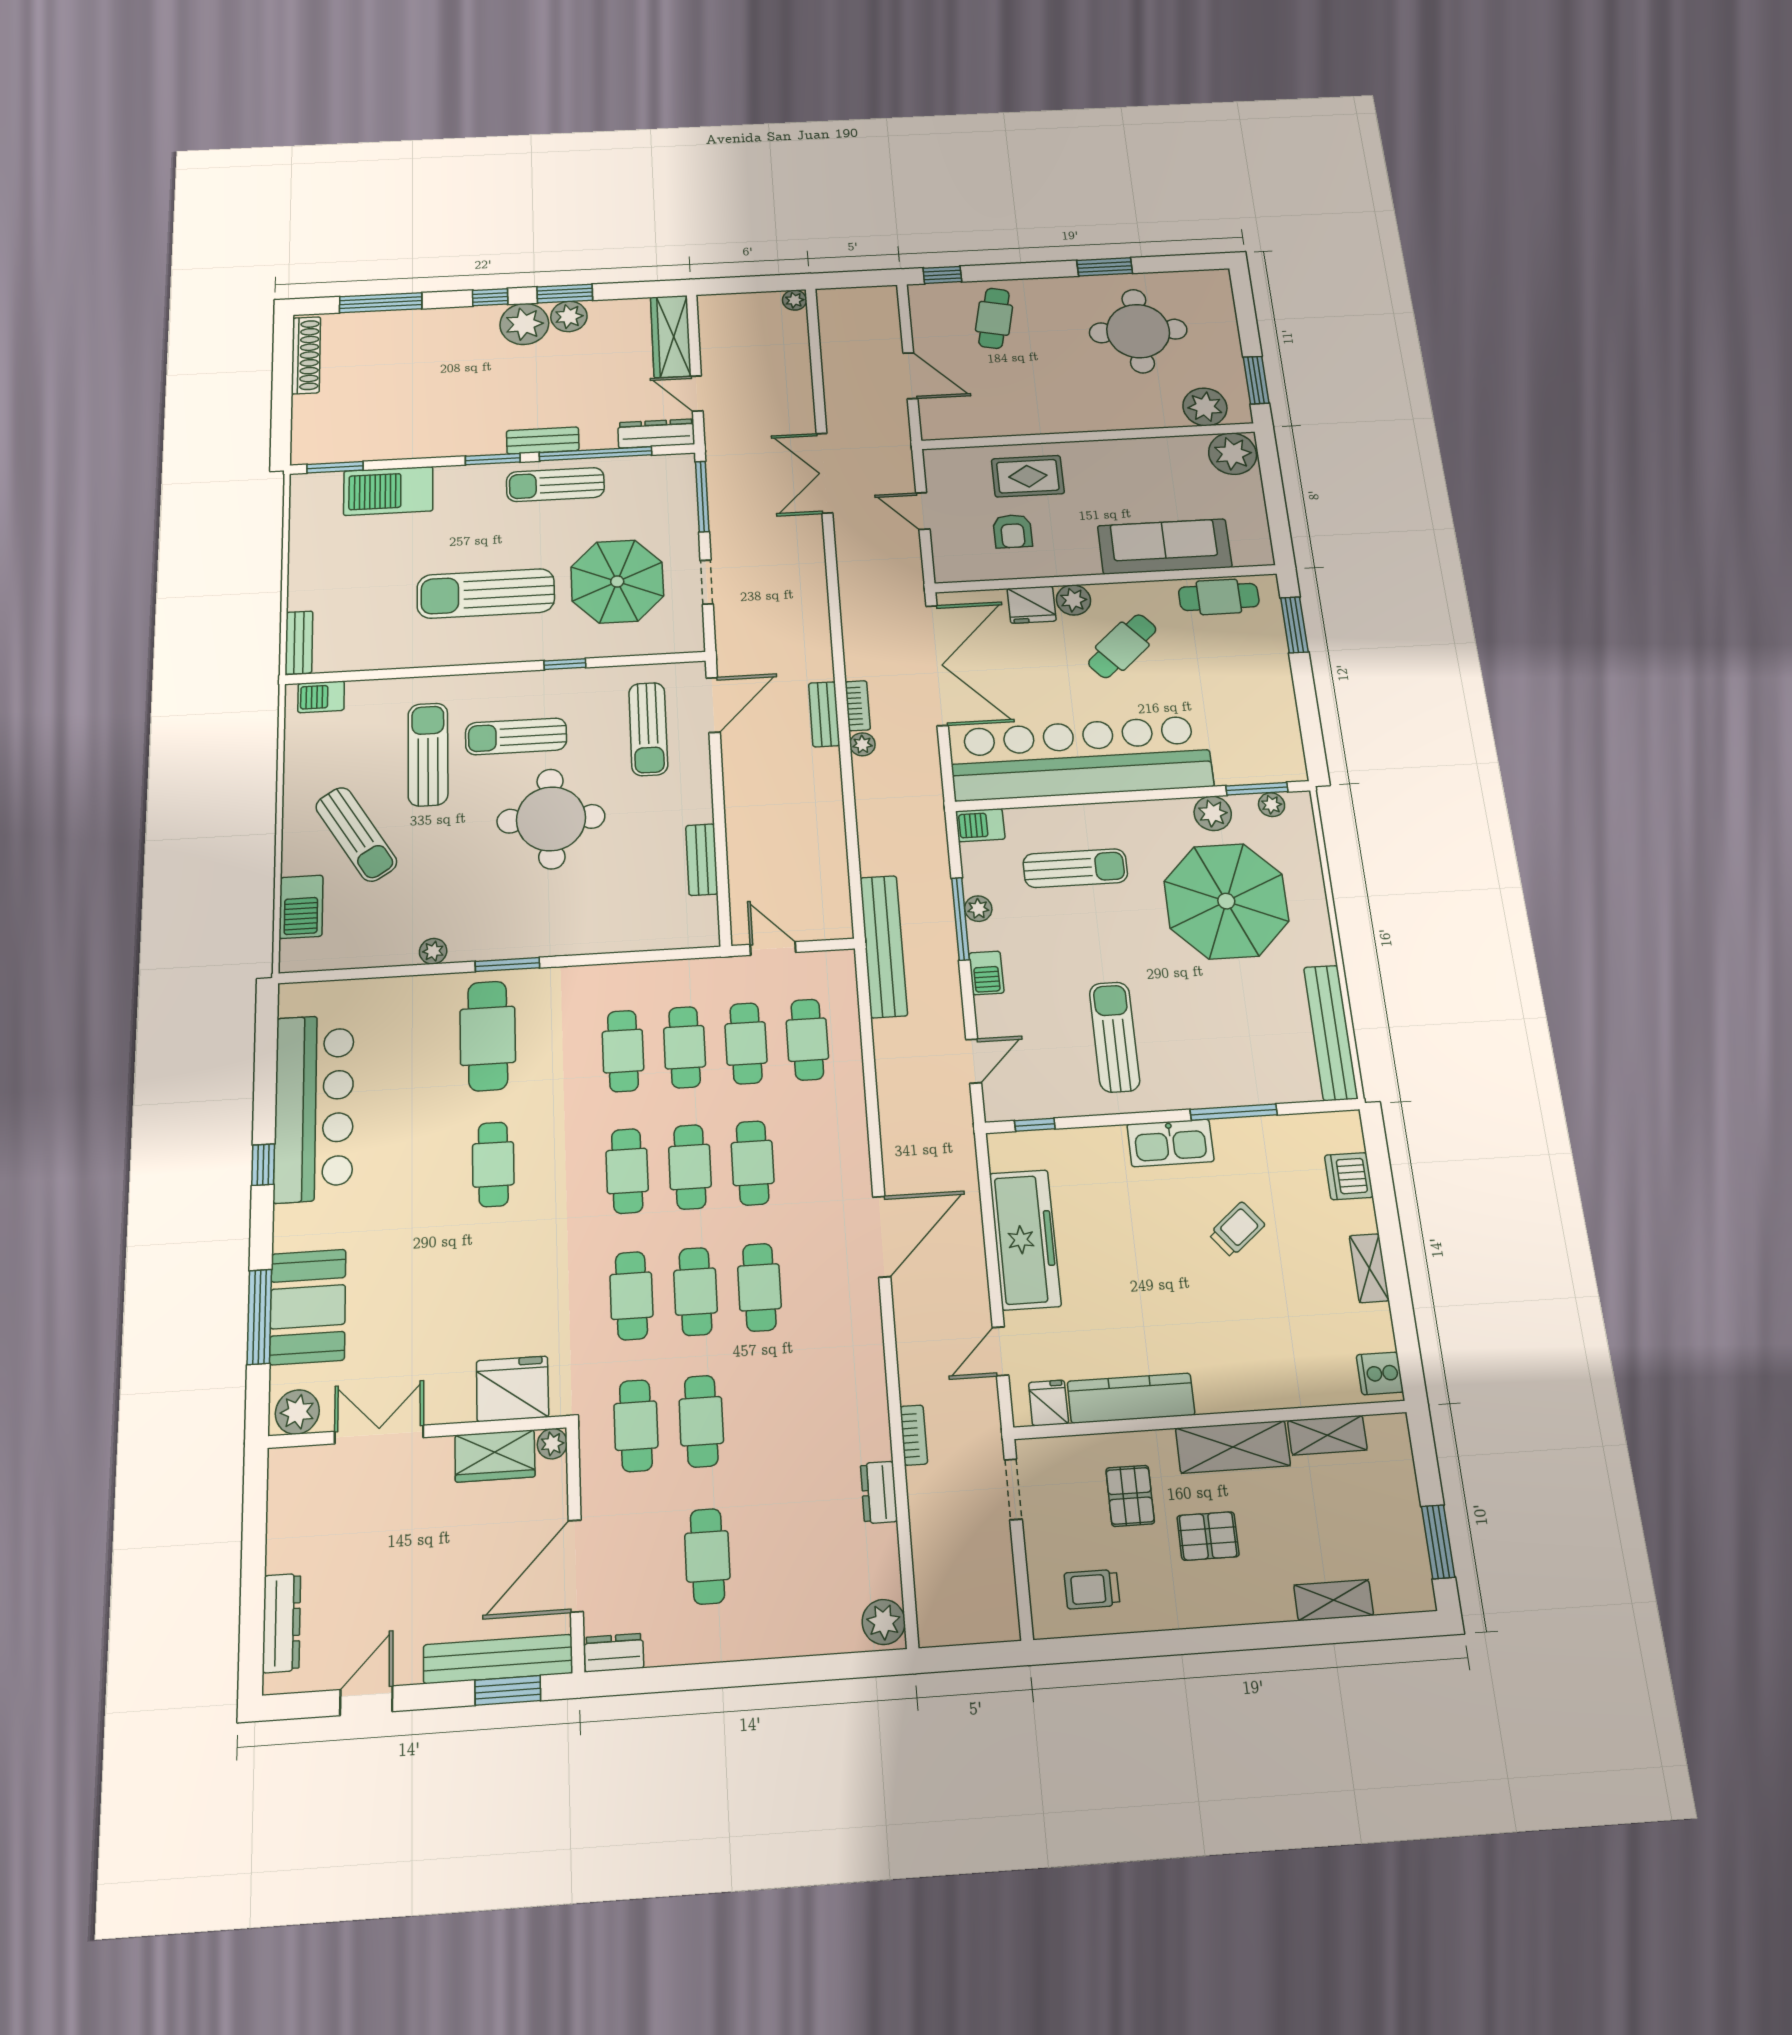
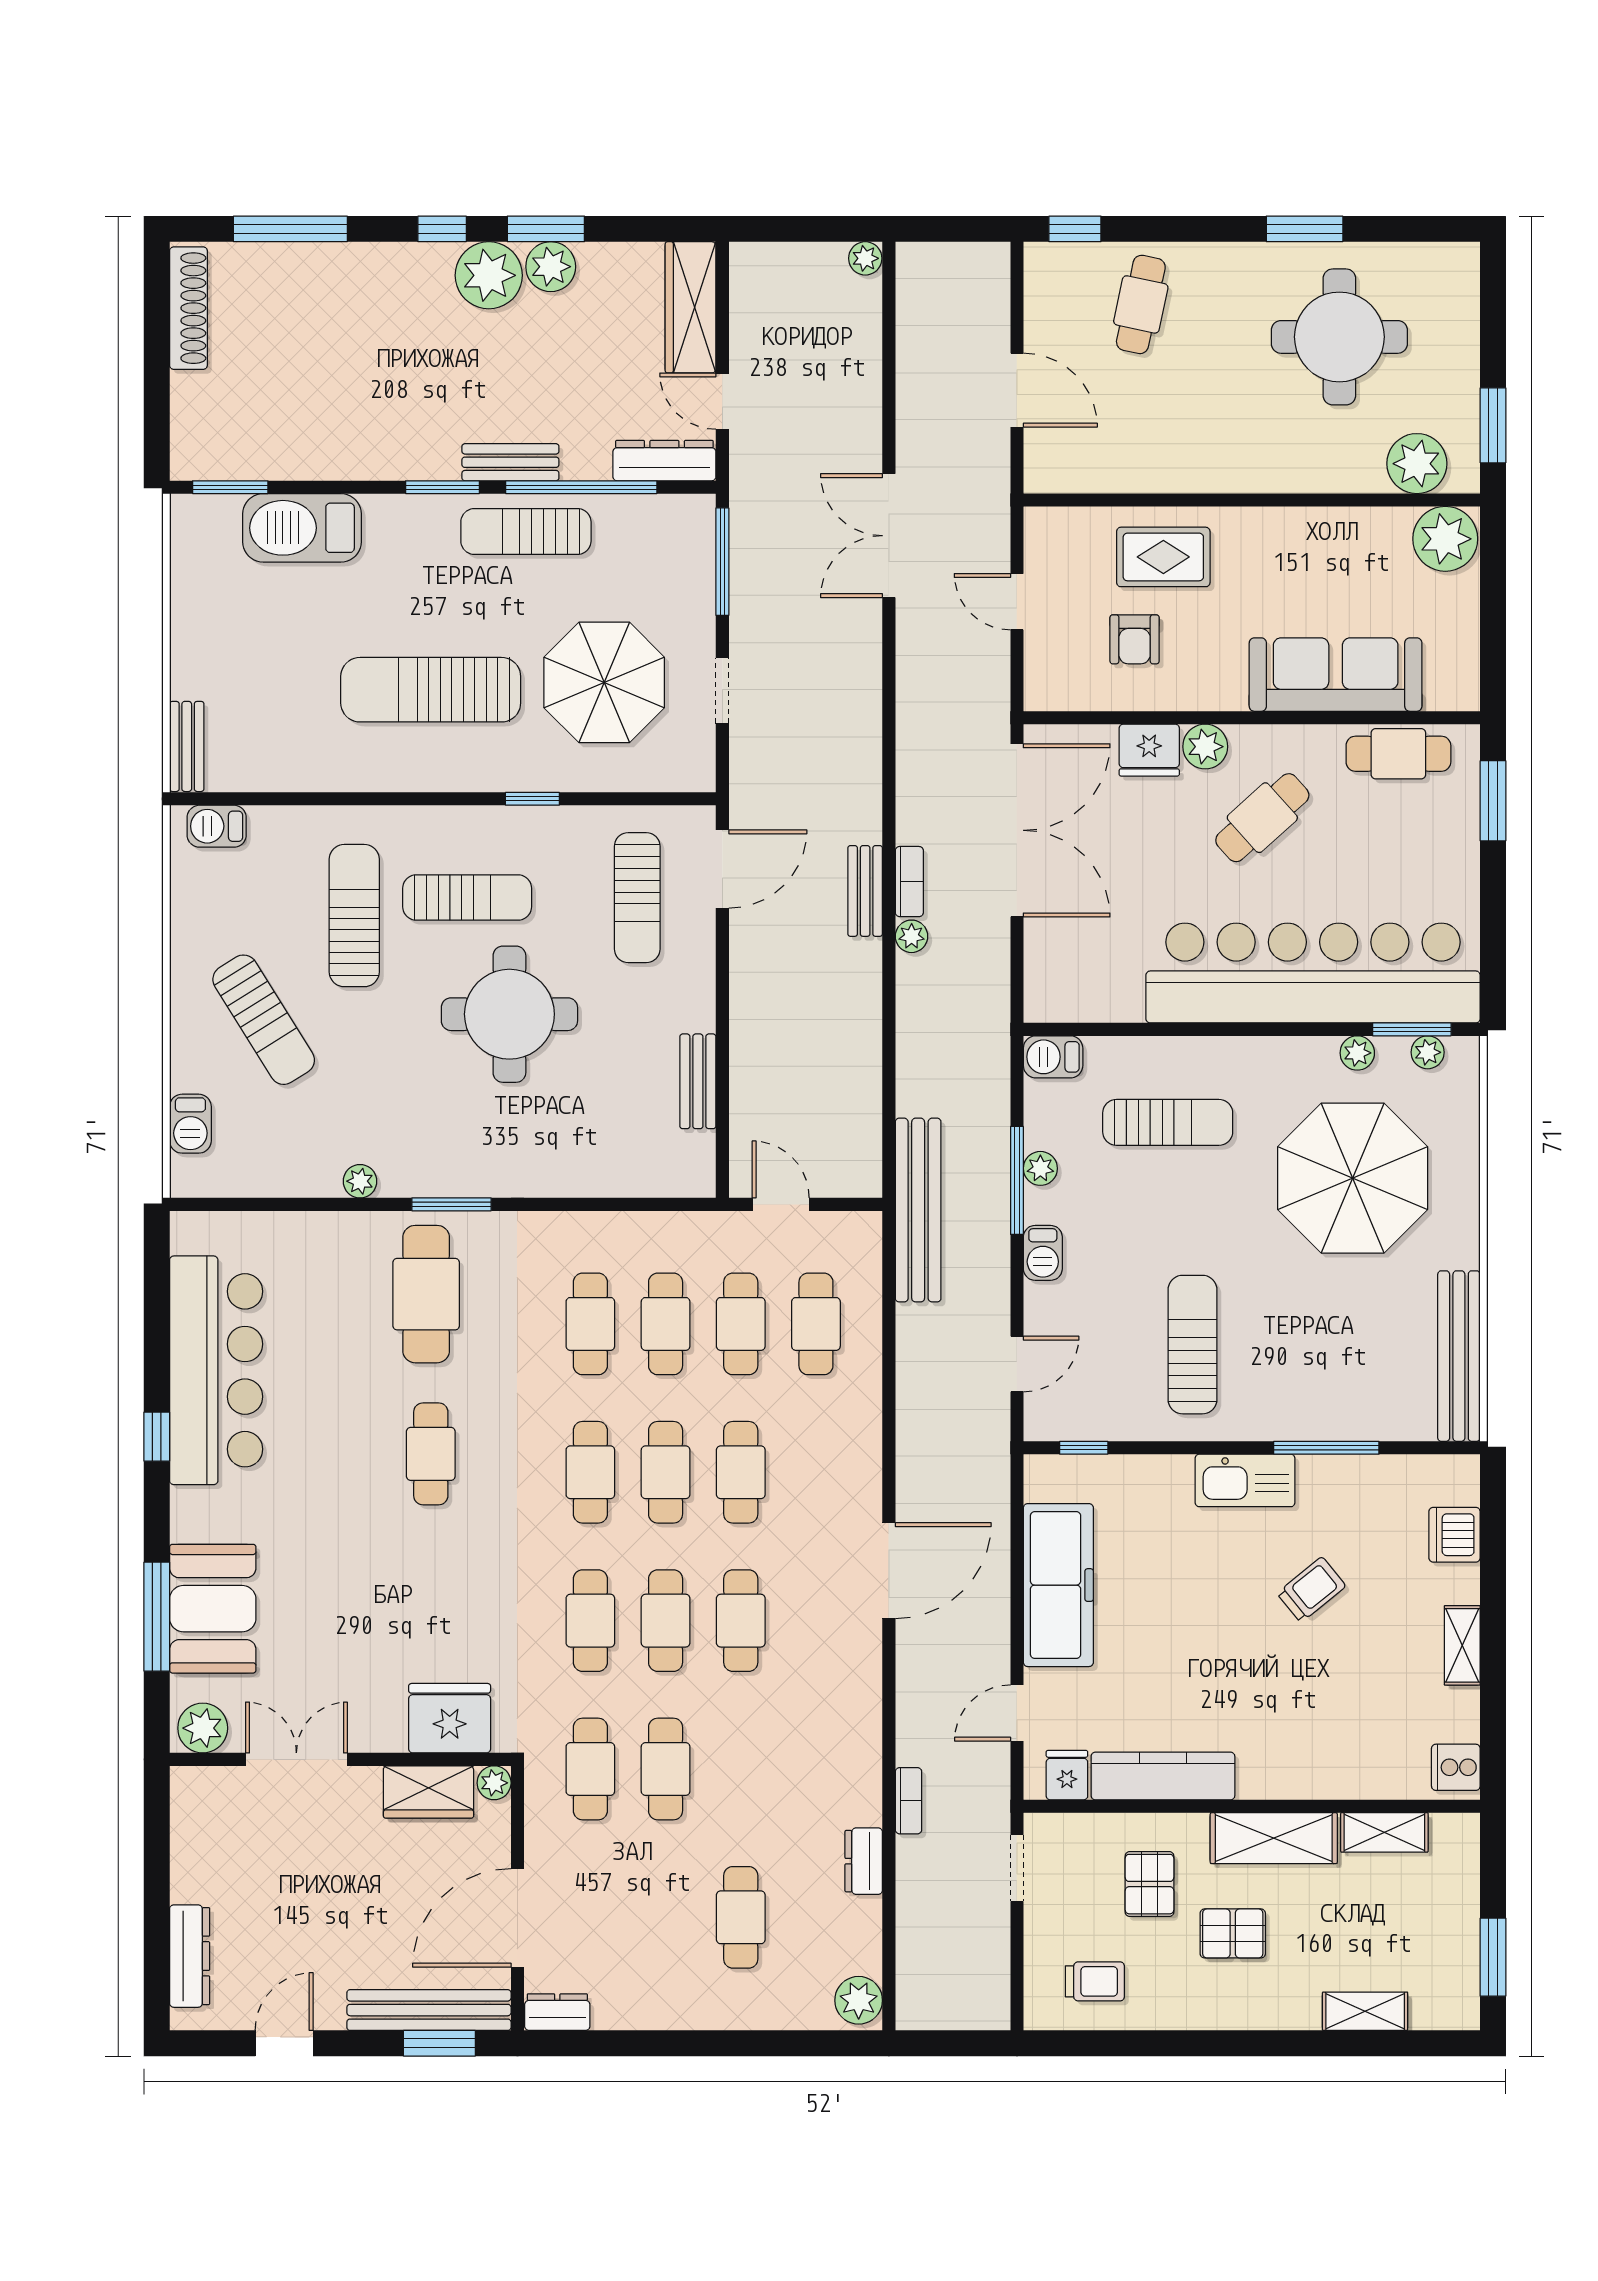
sun lounger: (516, 736) -> (467, 898), turned 180
bar counter: (1081, 758) -> (1313, 973), moved
plant: (1213, 813) -> (1357, 1053), width x0.73, depth x0.73
barbecue: (301, 907) -> (190, 1124), width x0.73, depth x0.79
cafe table: (707, 1556) -> (741, 1917), moved
trolley: (1092, 1589) -> (1095, 1981), turned 180

